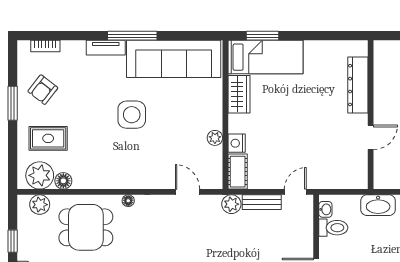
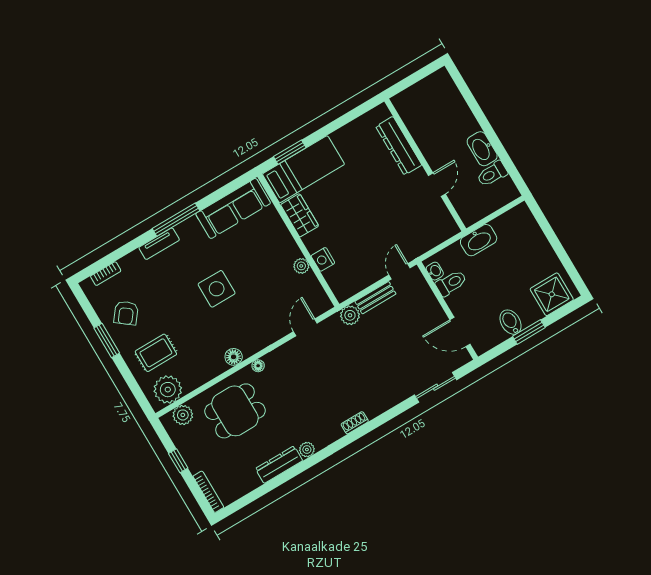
sofa: (174, 59) -> (233, 208), width x0.74, depth x0.79
cot: (238, 172) -> (339, 284), removed
floor lamp: (63, 181) -> (234, 357), moved
door: (188, 192) -> (305, 327), hinge flipped

